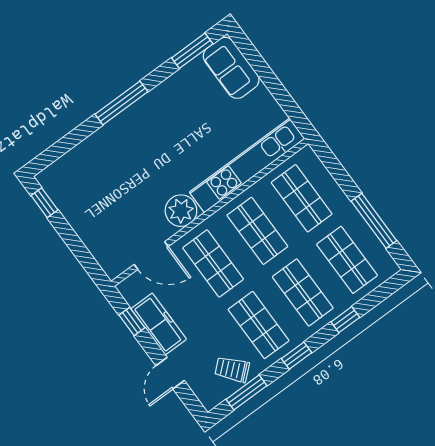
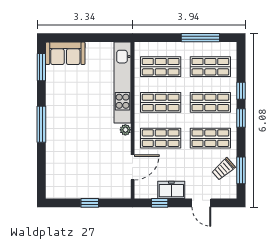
window: (44, 203) -> (90, 203), moved
plant: (181, 211) -> (125, 130), width x0.53, depth x0.53
freezer: (159, 324) -> (171, 190), width x0.71
window: (297, 356) -> (241, 118), moved

